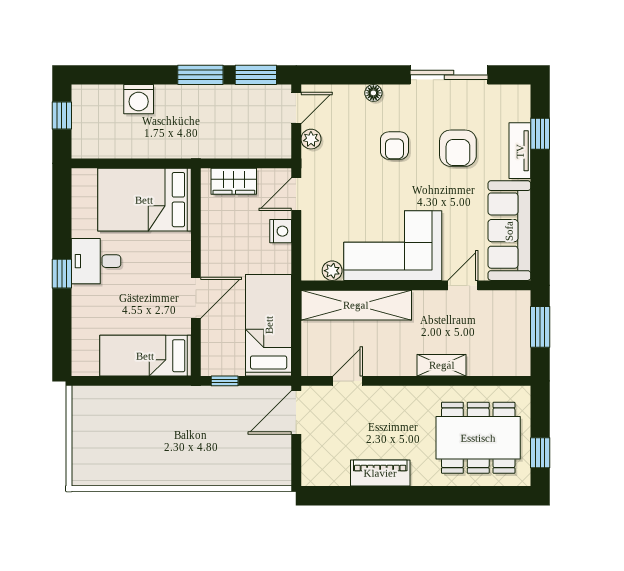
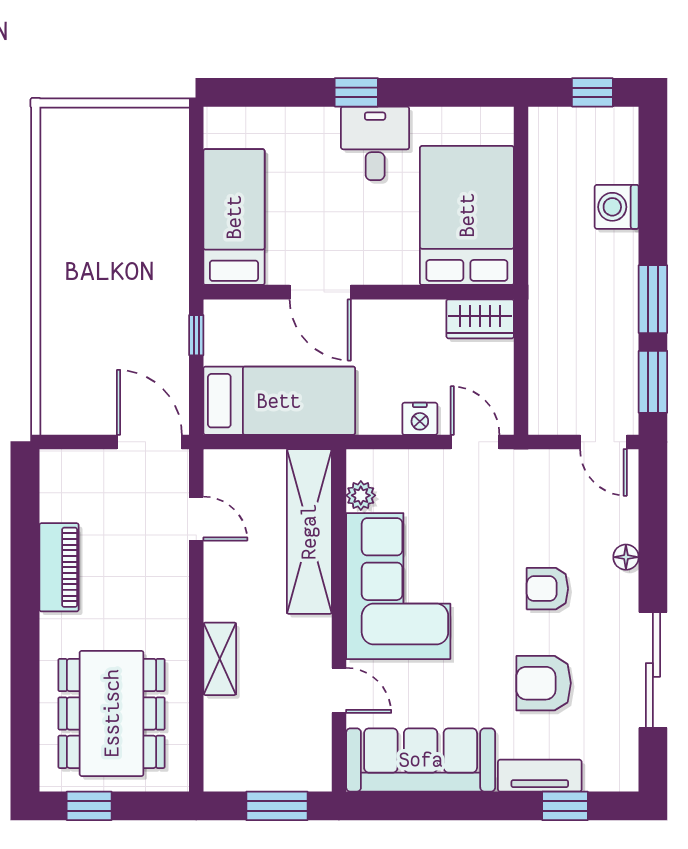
plant: (311, 139) -> (557, 464), removed
wardrobe: (234, 181) -> (480, 319), moved, turned -90

